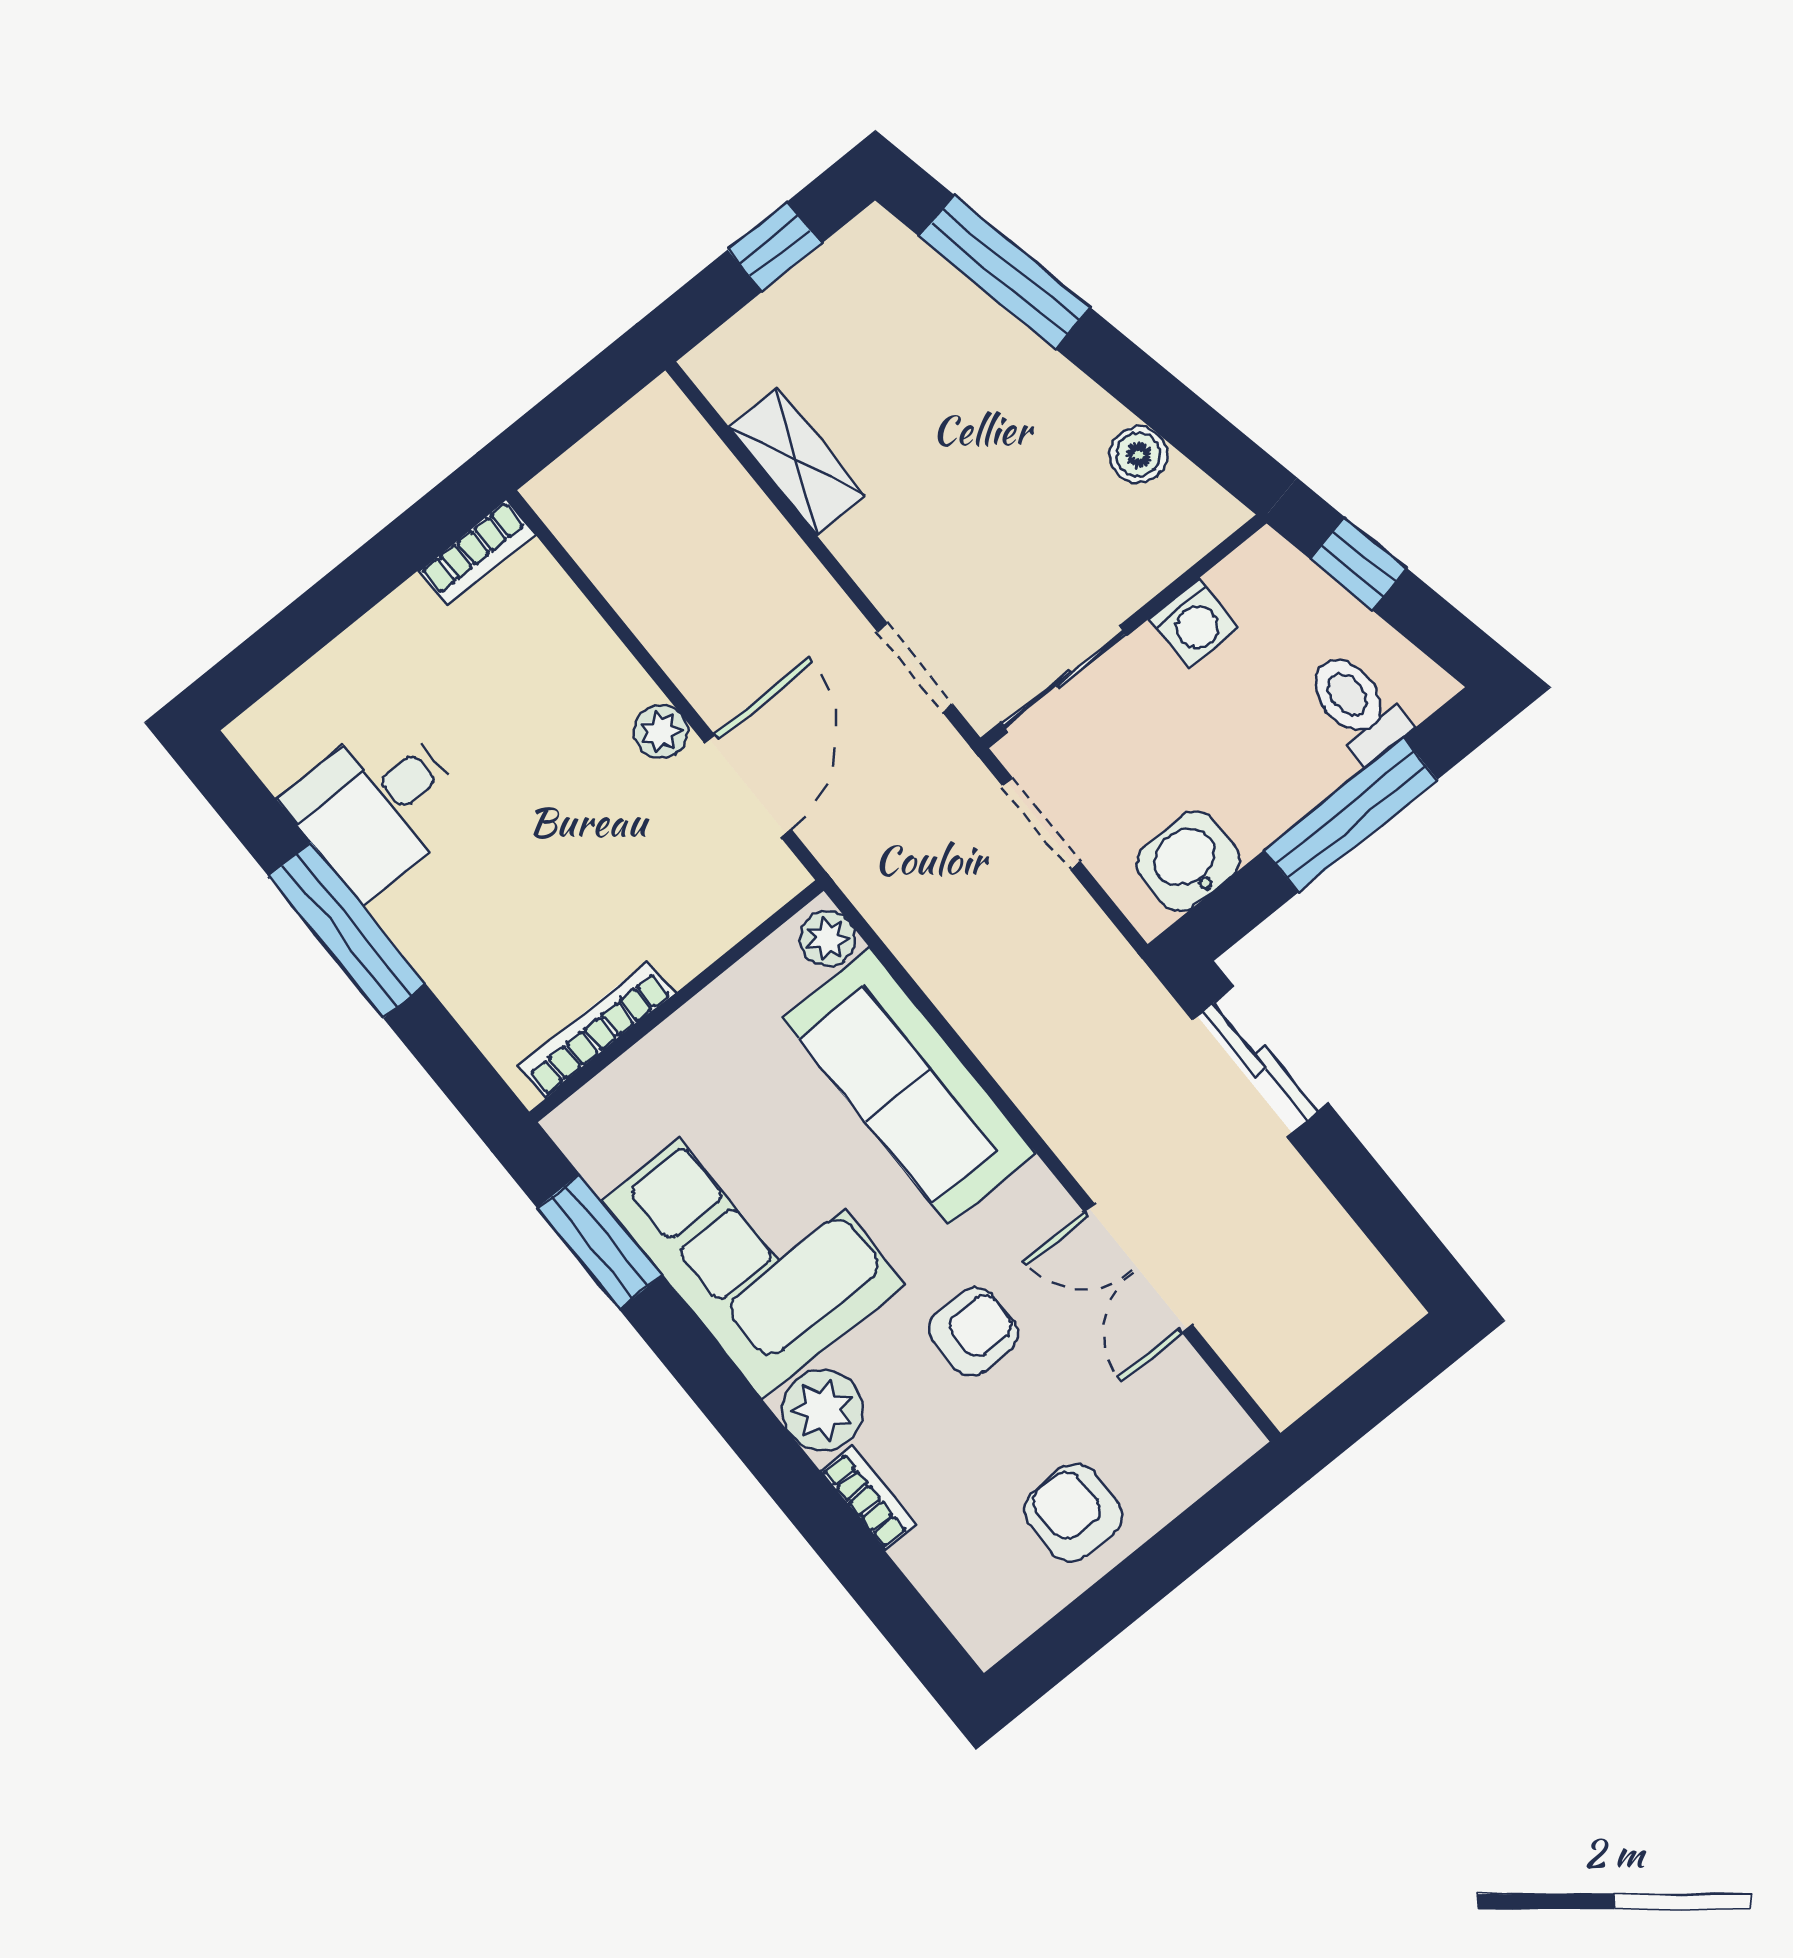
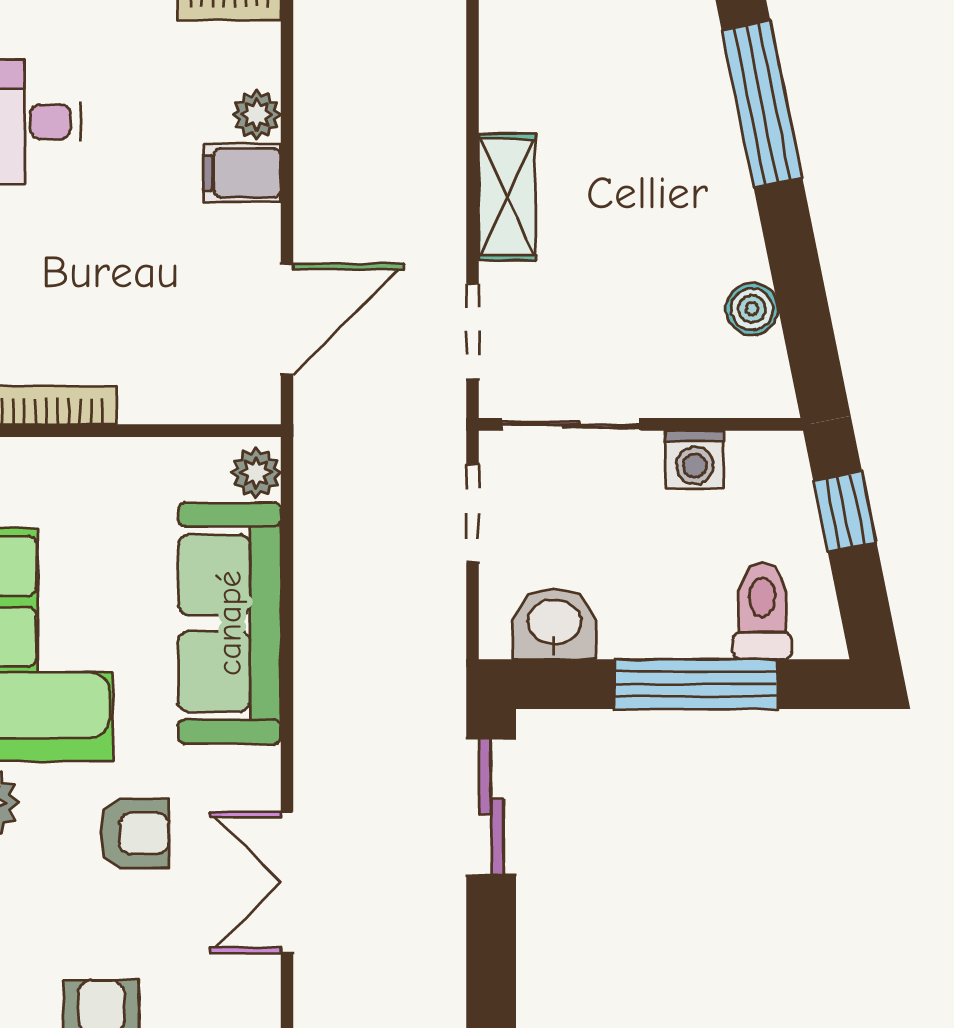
shelving: (797, 461) -> (507, 197), moved
filing cabinet: (608, 692) -> (242, 173), added
plant: (661, 732) -> (257, 115), moved

